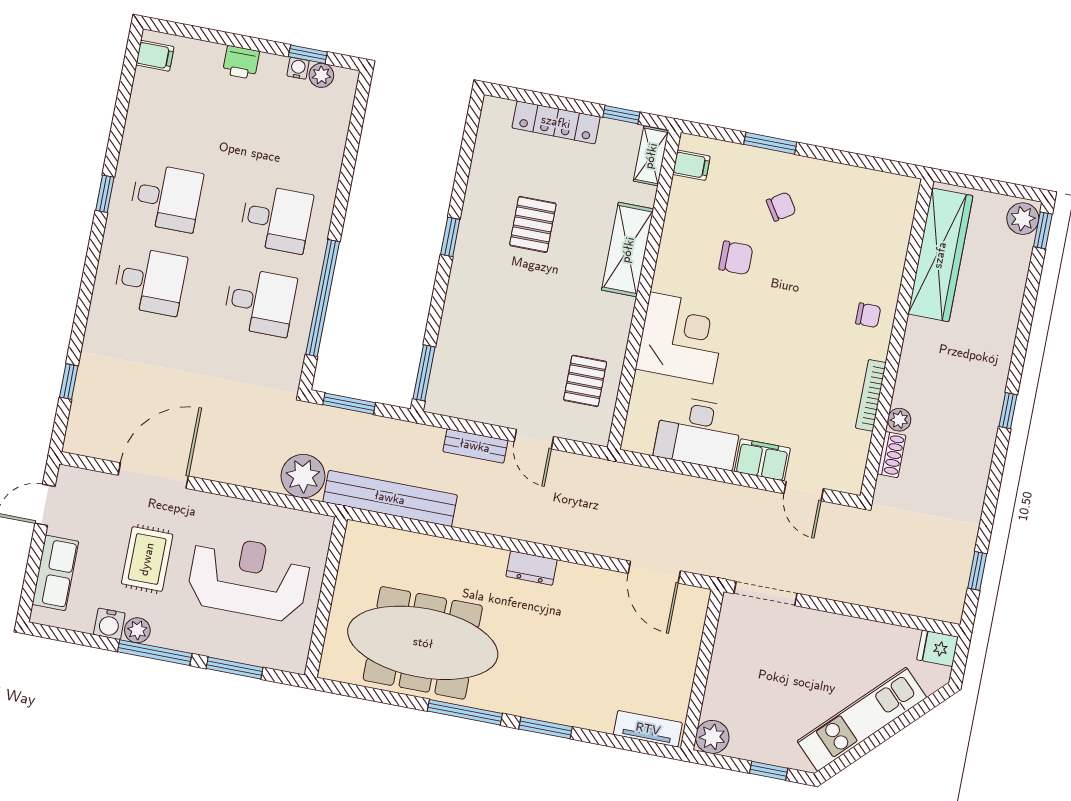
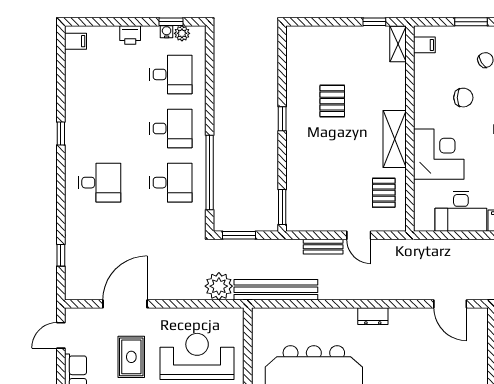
locker: (556, 122) -> (335, 34), removed
desk: (166, 198) -> (171, 74), moved
shelving: (628, 250) -> (395, 139), moved

